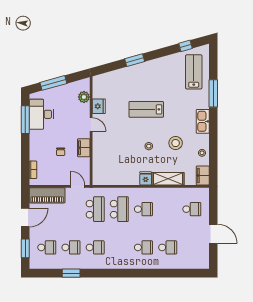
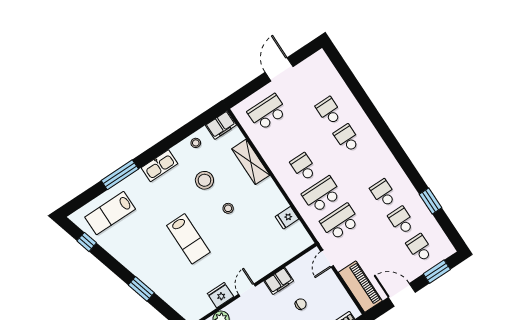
fridge: (146, 178) -> (287, 218), moved
school desk: (192, 209) -> (267, 112), width x1.85

